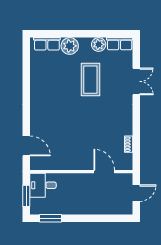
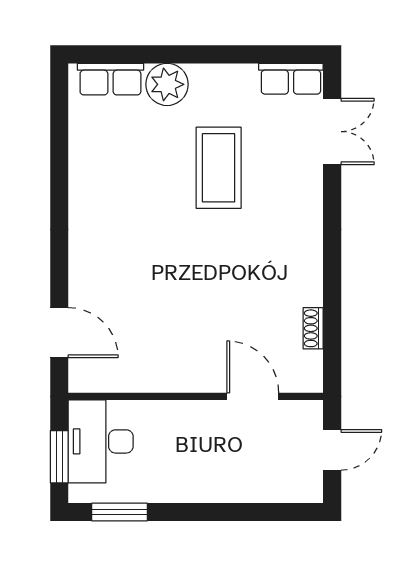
plant: (99, 44) -> (239, 81), removed
double door: (136, 81) -> (332, 132), moved
desk: (43, 185) -> (101, 441), width x1.37

